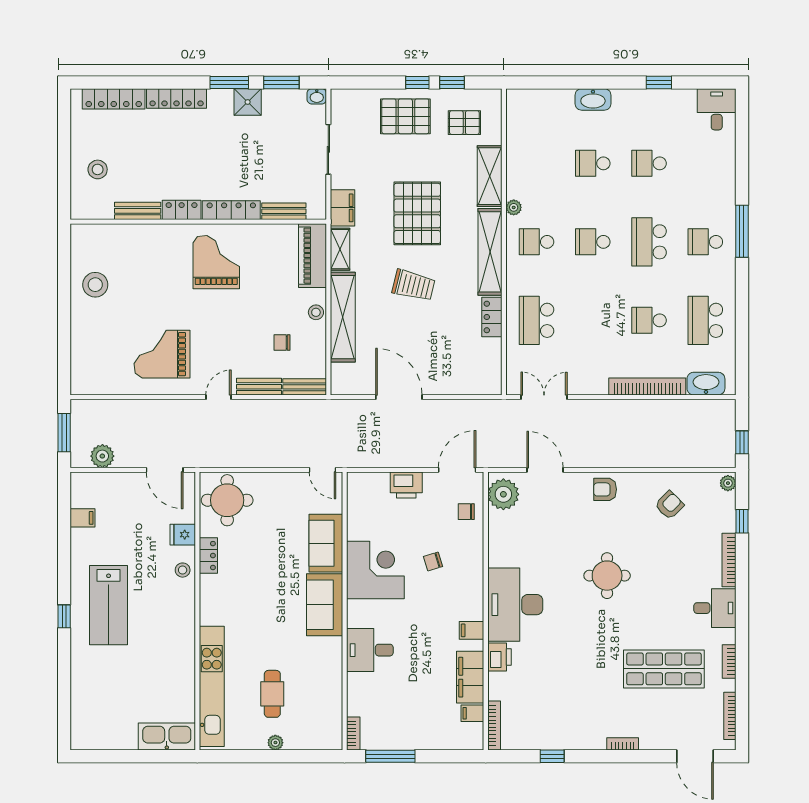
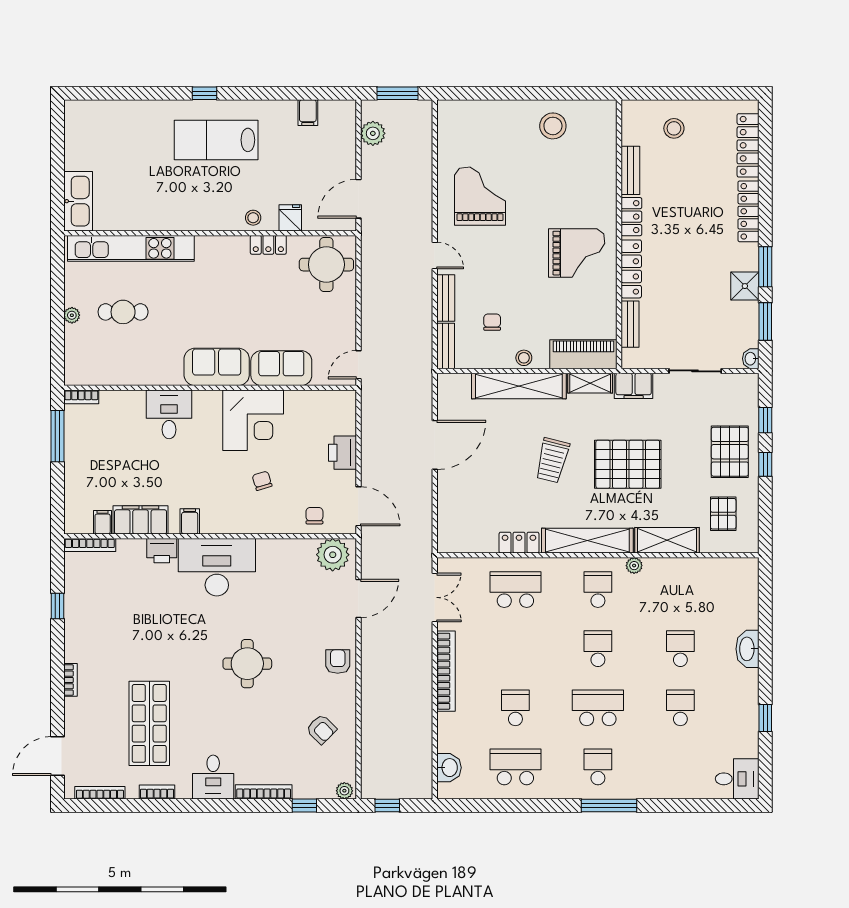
window: (452, 82) -> (765, 420), moved
washbasin: (706, 384) -> (449, 768), width x0.72
bookcase: (647, 386) -> (446, 671), moved

